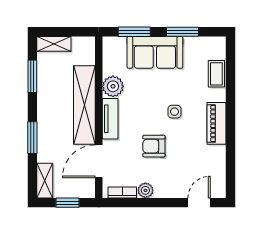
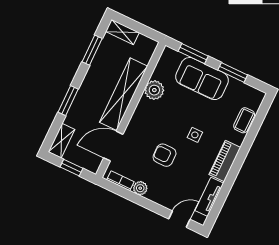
tv unit: (110, 119) -> (209, 197), moved, turned 180

